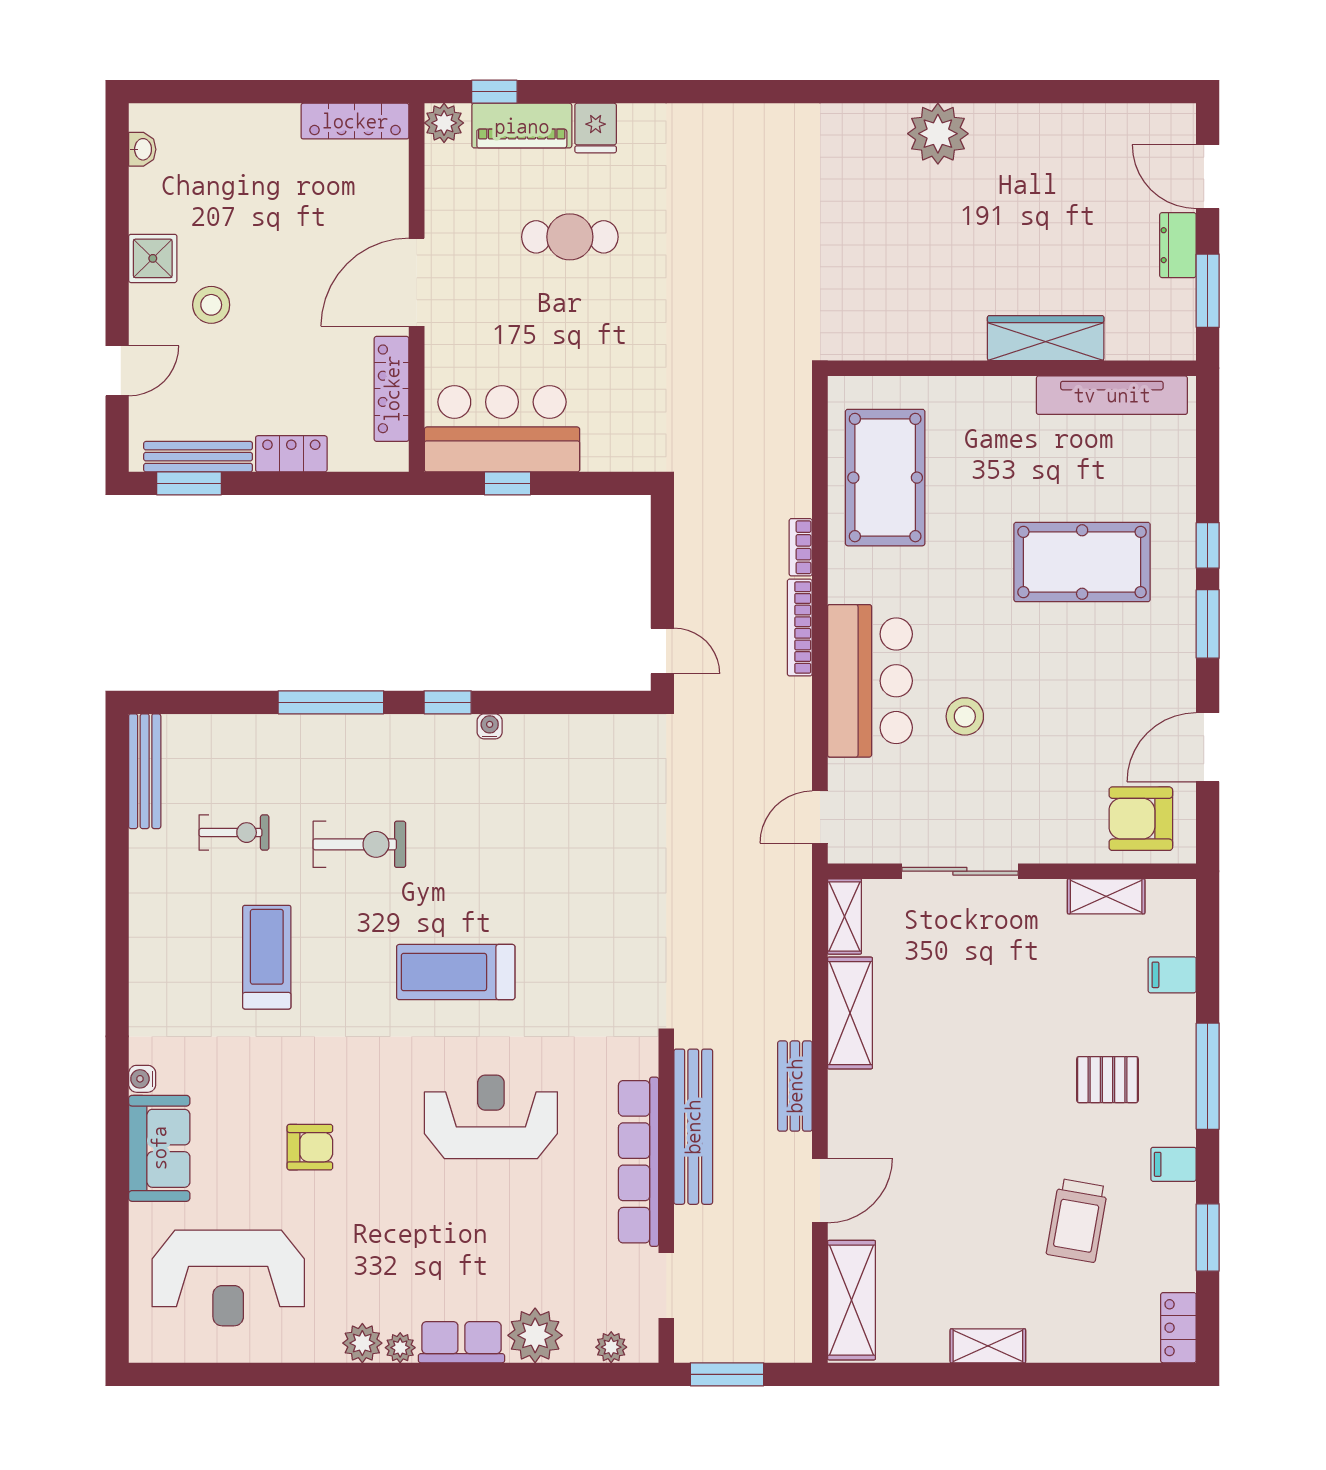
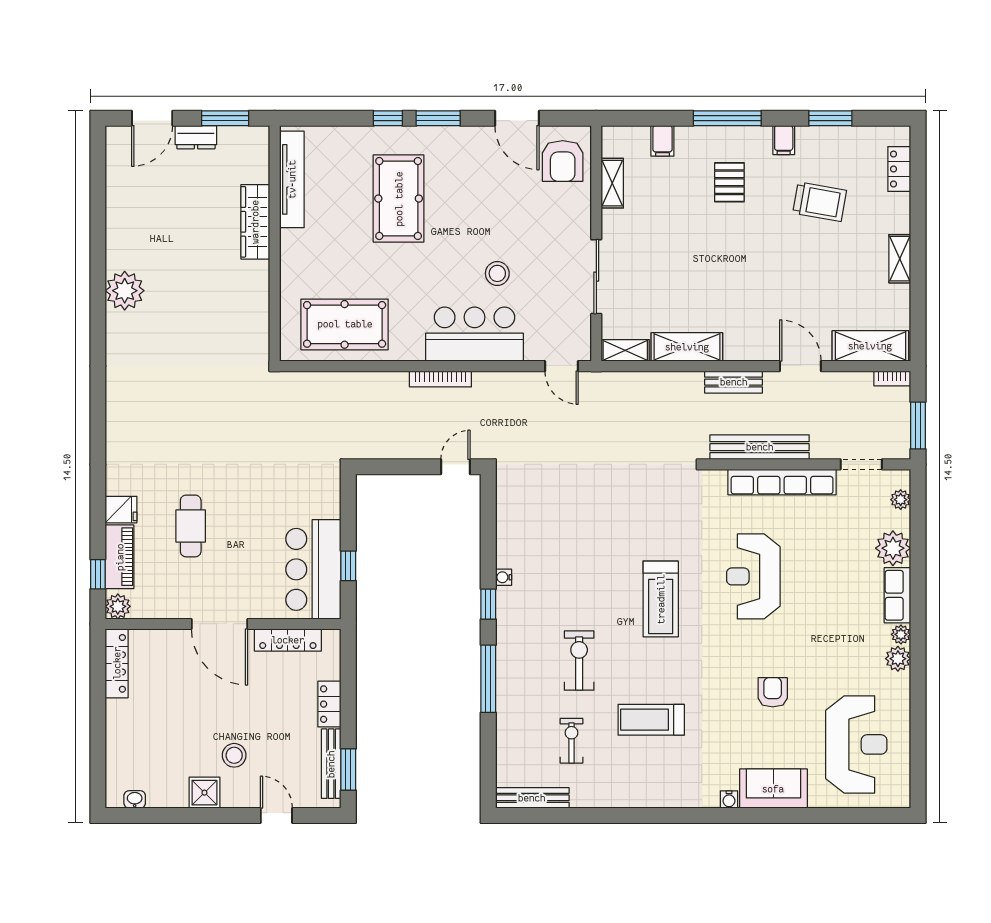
bookcase: (801, 547) -> (892, 378), moved
locker: (1178, 1328) -> (899, 169), moved, turned 90

